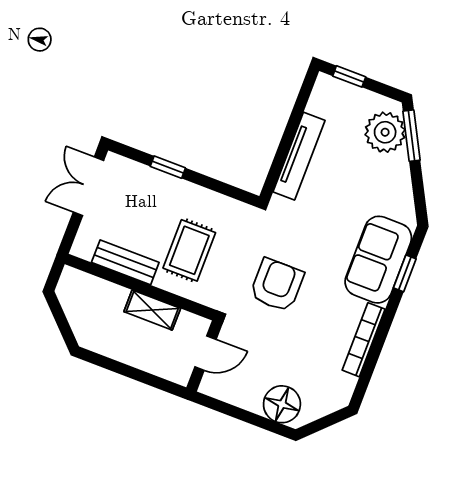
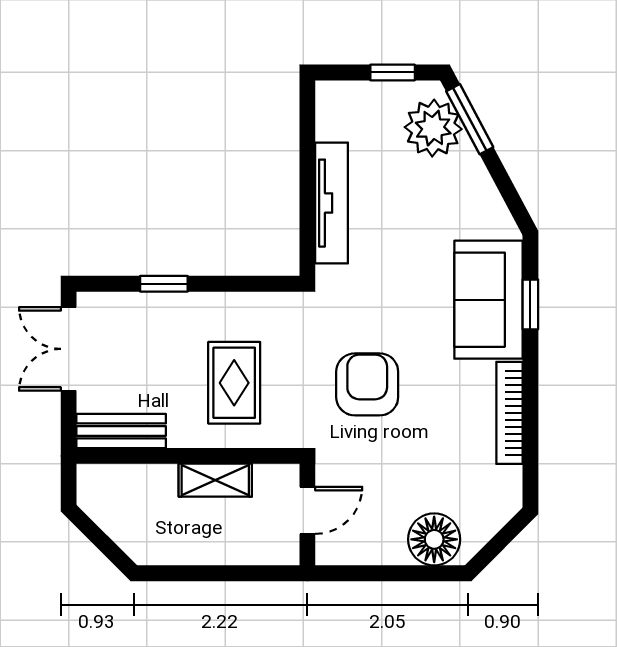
window: (349, 76) -> (393, 72), moved
bench: (125, 262) -> (121, 431), moved

